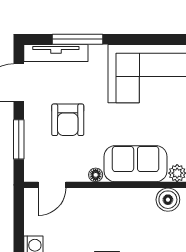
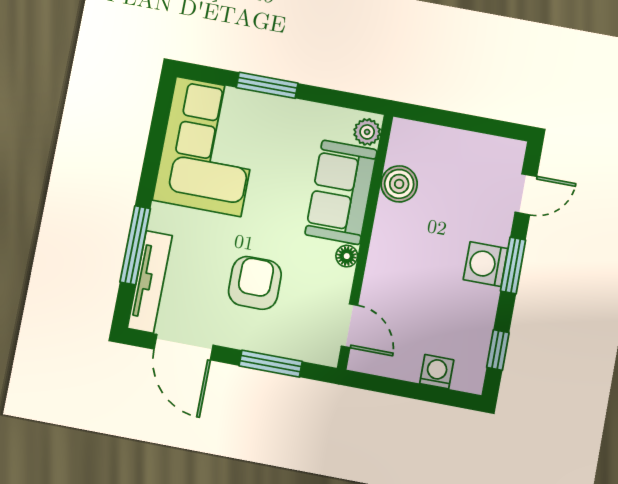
armchair: (68, 120) -> (255, 283), turned -90
boiler: (168, 200) -> (399, 184), moved

